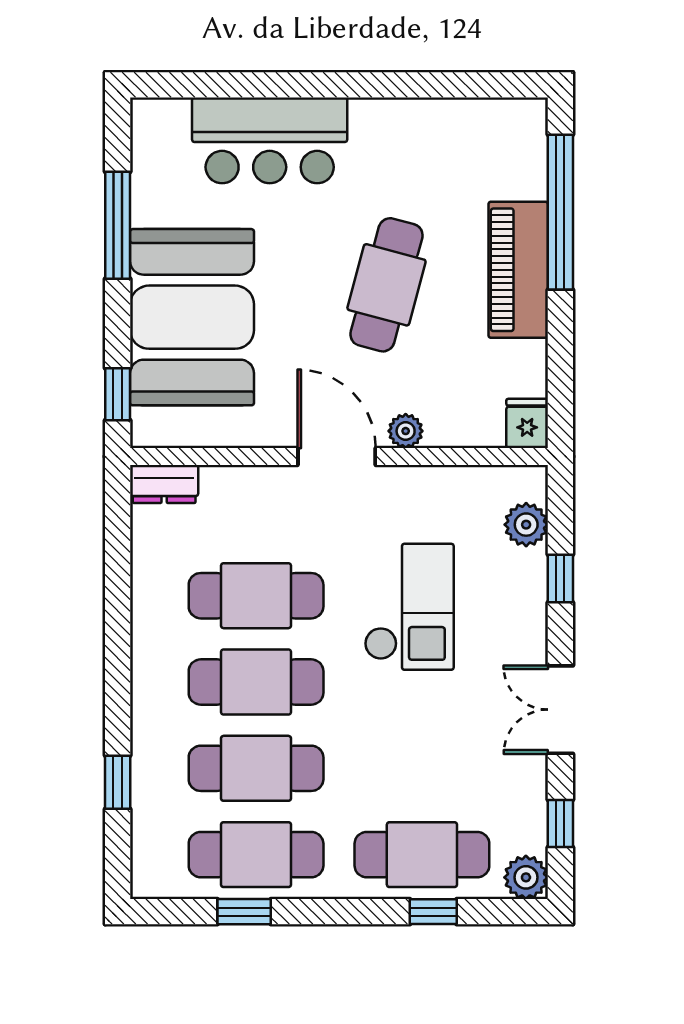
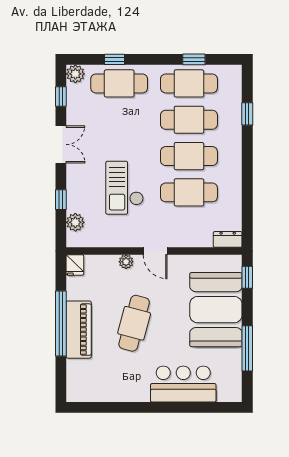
window: (560, 212) -> (61, 324), moved
door: (337, 456) -> (155, 251), width x0.73

